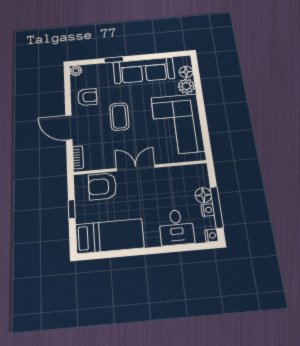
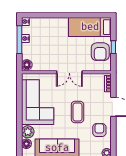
armchair: (87, 97) -> (99, 130), turned 90
armchair: (102, 186) -> (100, 52), moved, turned 90
floor lamp: (203, 195) -> (27, 65), moved
desk: (176, 227) -> (47, 29), removed

